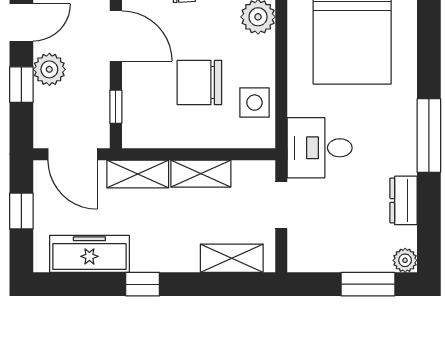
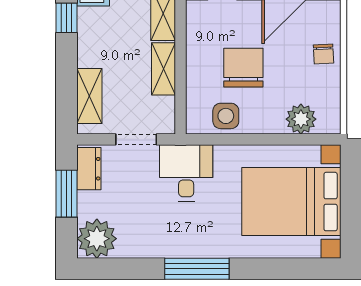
dresser: (403, 200) -> (89, 169), moved, turned 90
plant: (405, 260) -> (97, 239), width x1.87, depth x1.87
window: (368, 284) -> (67, 194), moved

